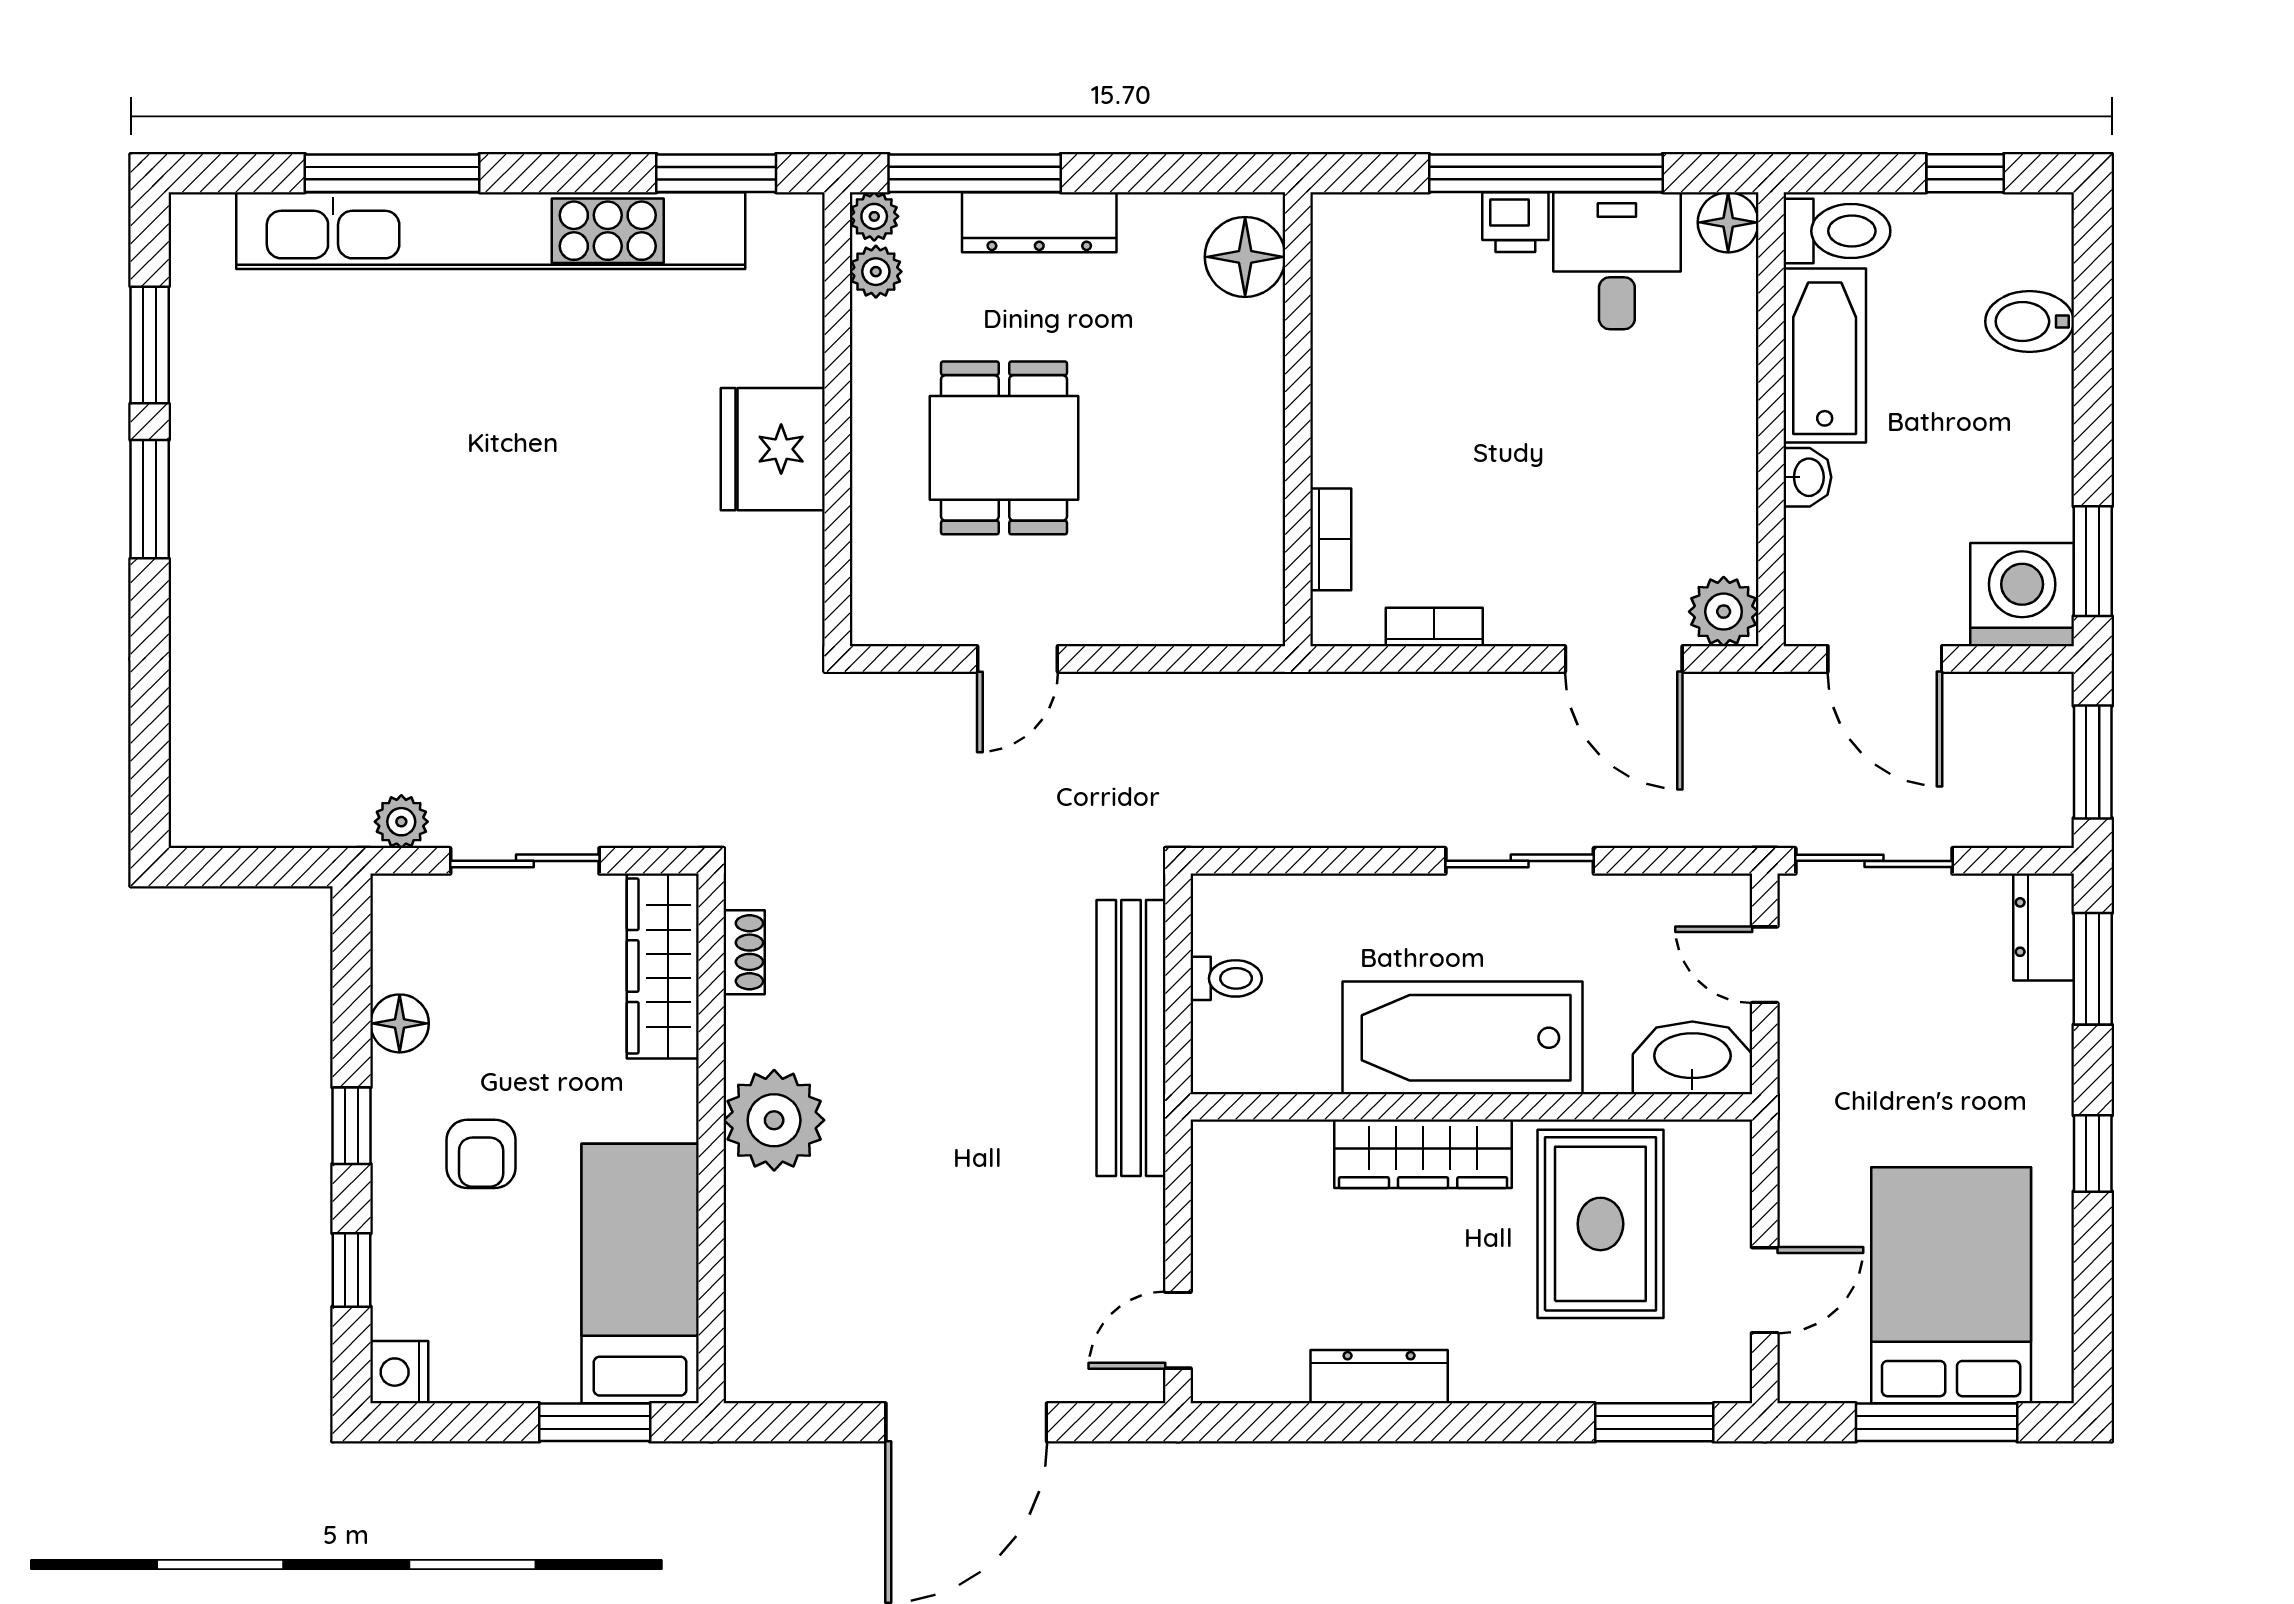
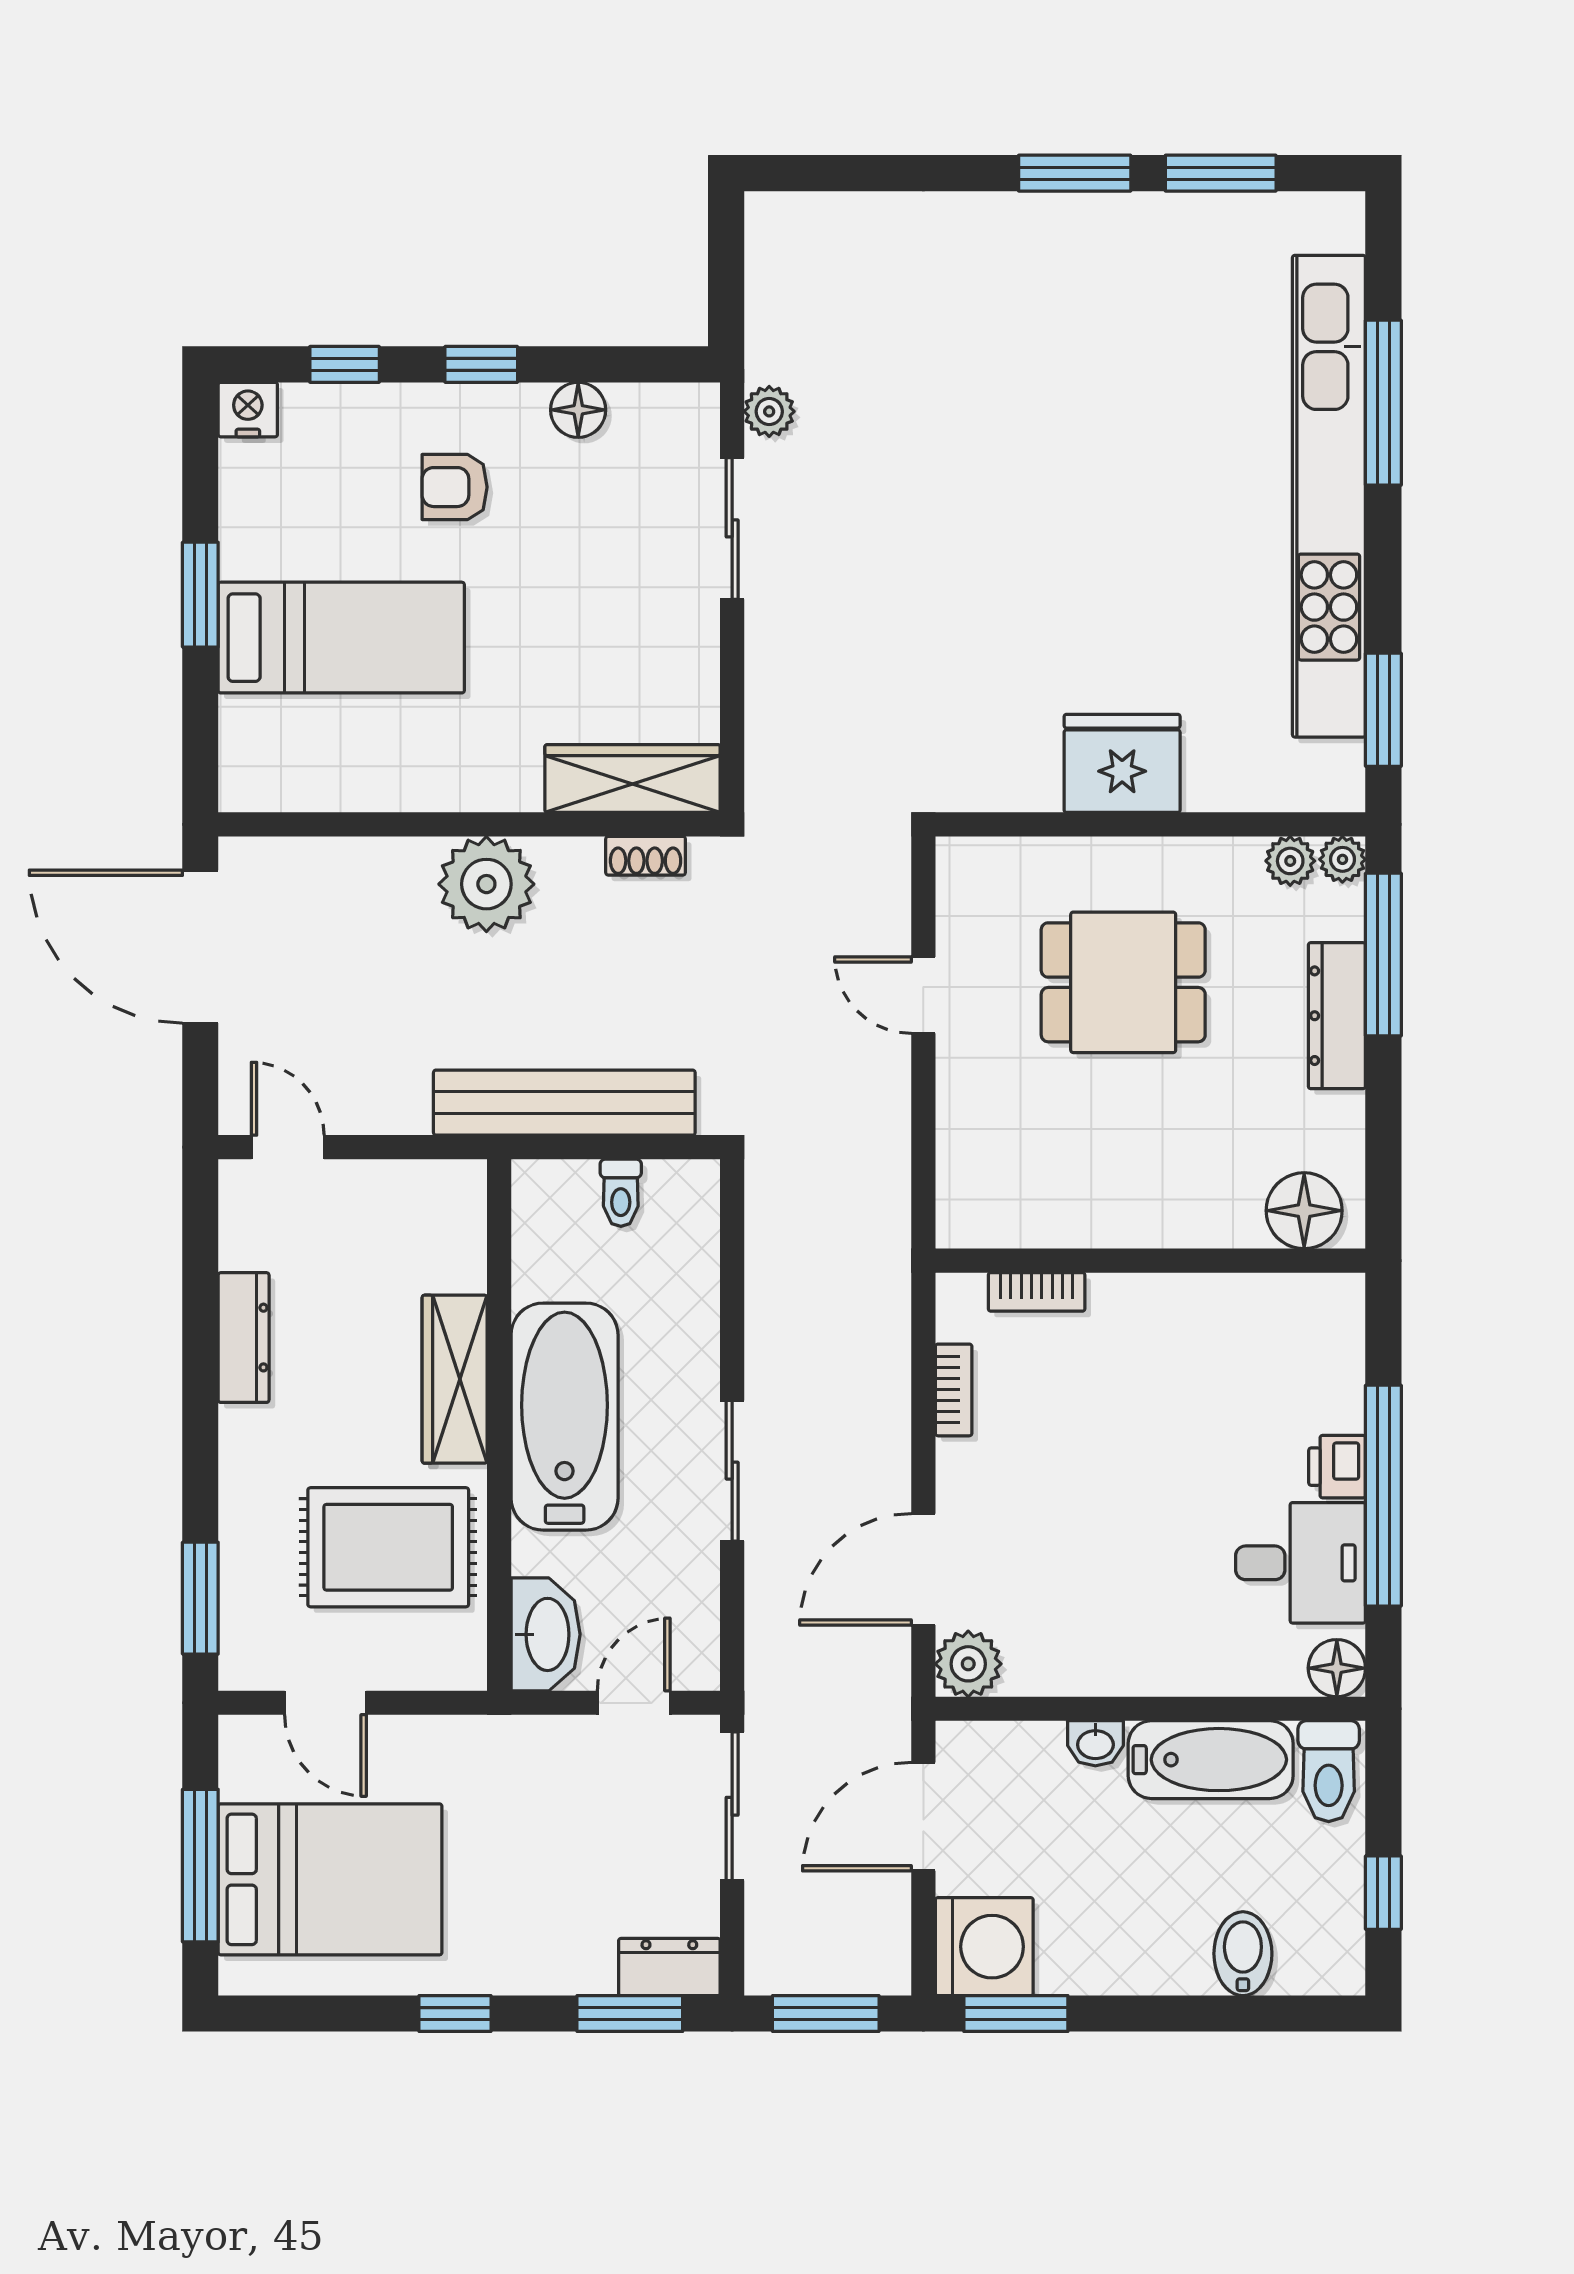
shoe rack: (744, 952) -> (646, 856), moved
wardrobe: (663, 966) -> (633, 779), moved
plant: (774, 1120) -> (486, 884), moved
wall: (711, 1138) -> (469, 824), moved

